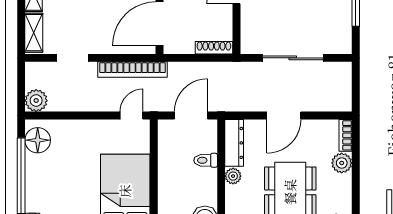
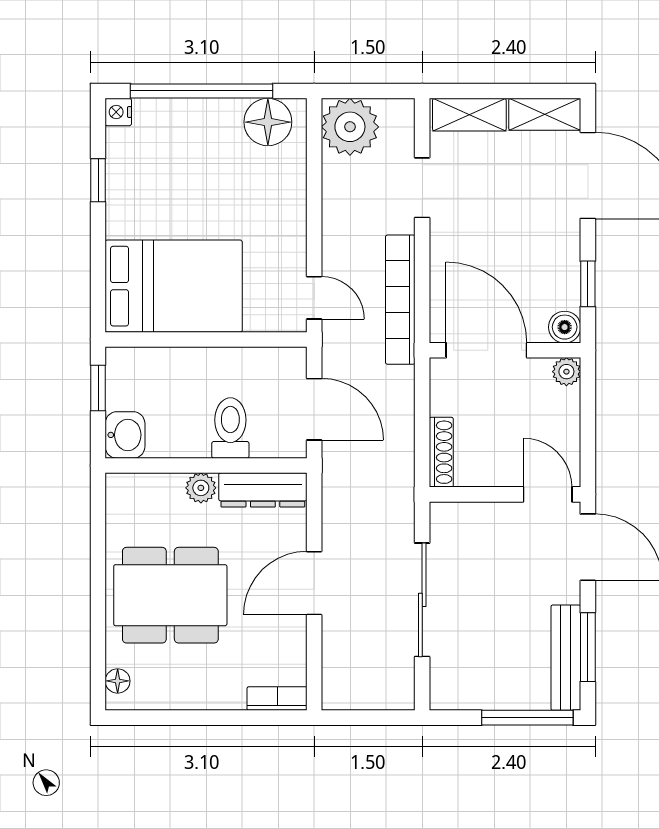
plant: (36, 101) -> (350, 127), width x1.36, depth x1.36
door: (284, 116) -> (314, 583), hinge flipped
toilet: (206, 160) -> (230, 428), width x1.37, depth x1.39
plant: (342, 163) -> (225, 691), removed

